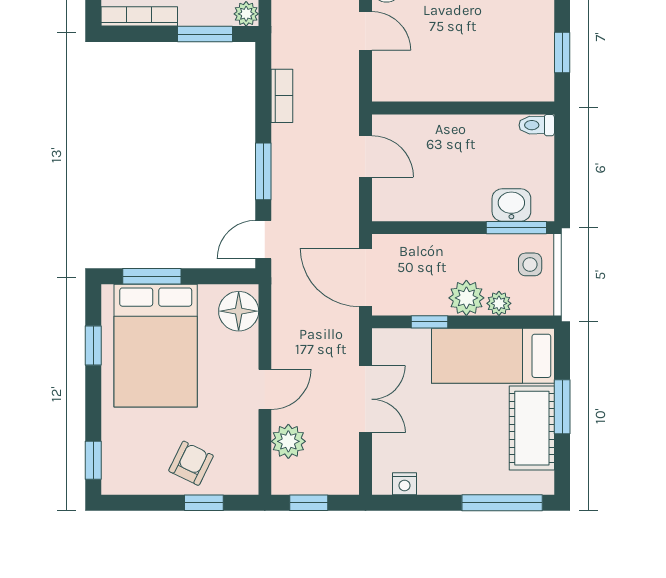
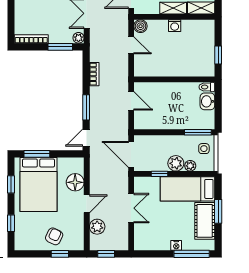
washbasin: (511, 205) -> (207, 101), moved, turned -90
floor lamp: (239, 311) -> (75, 182), moved
window: (93, 460) -> (11, 223), moved
nightstand: (404, 484) -> (176, 245), moved

